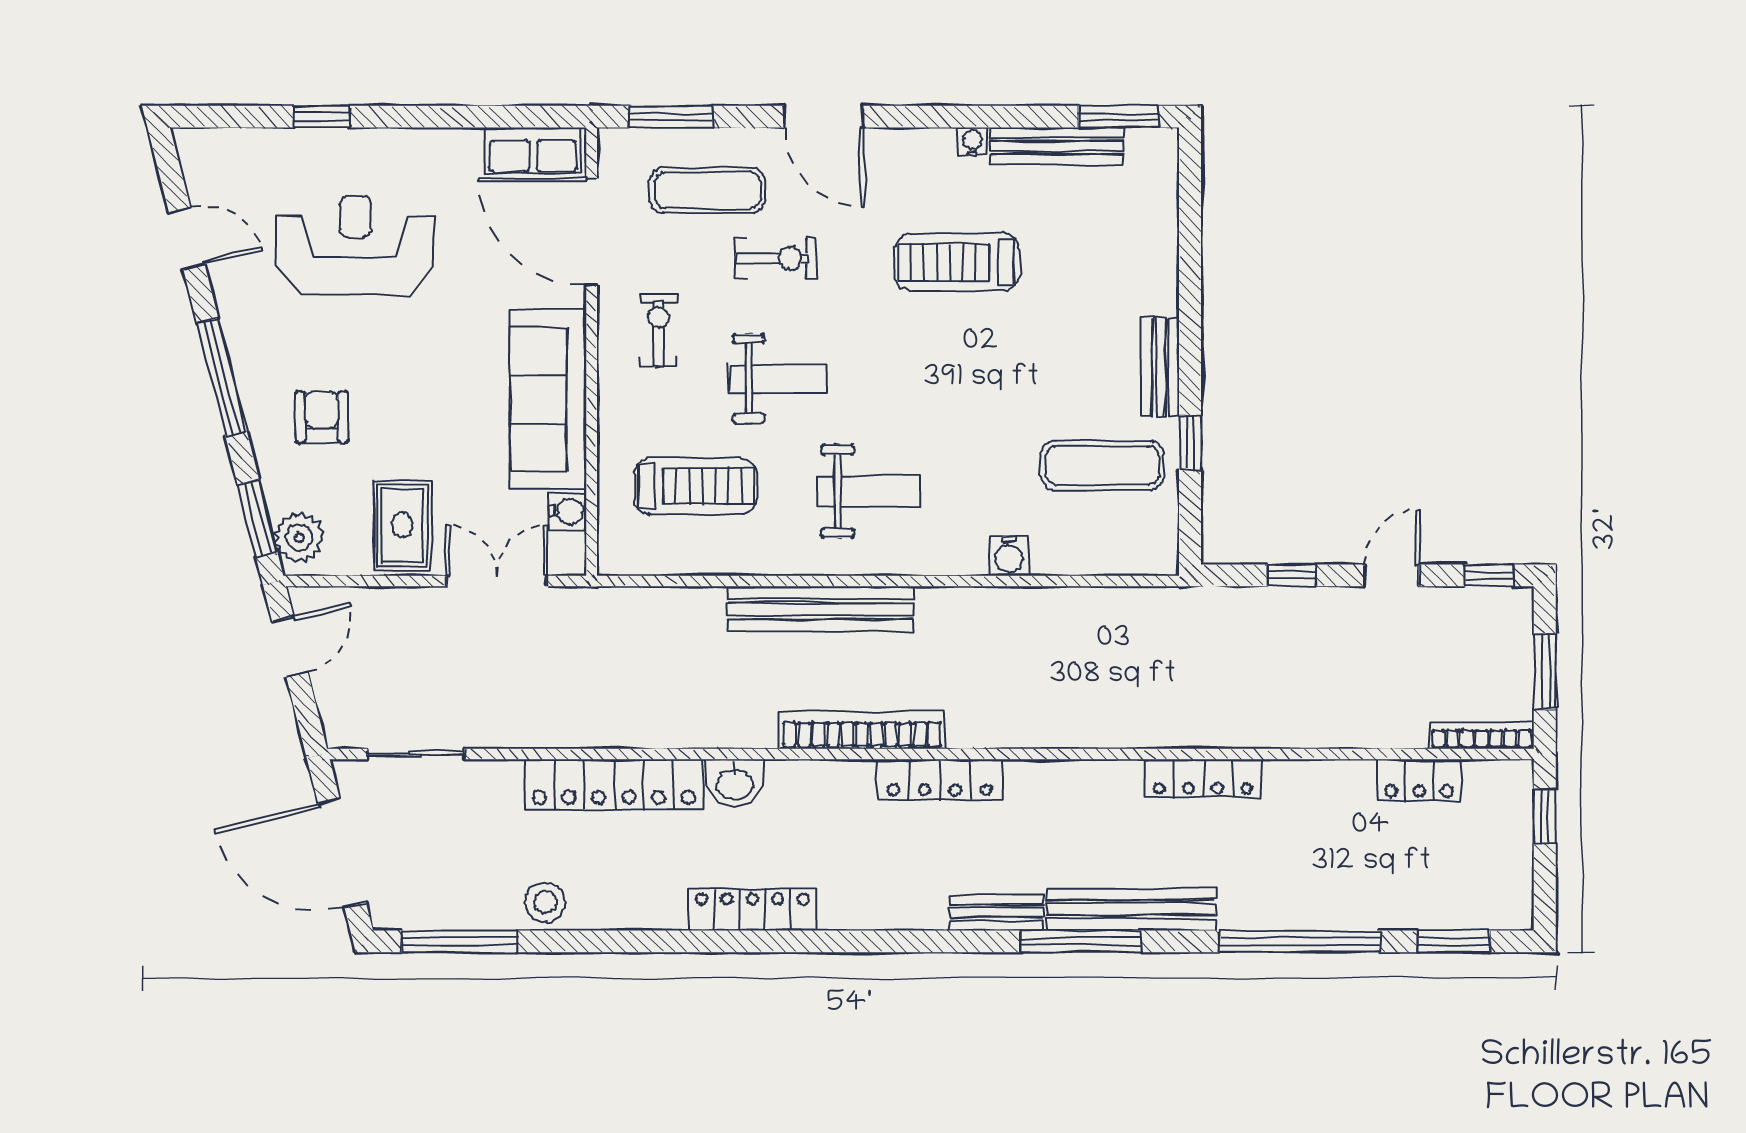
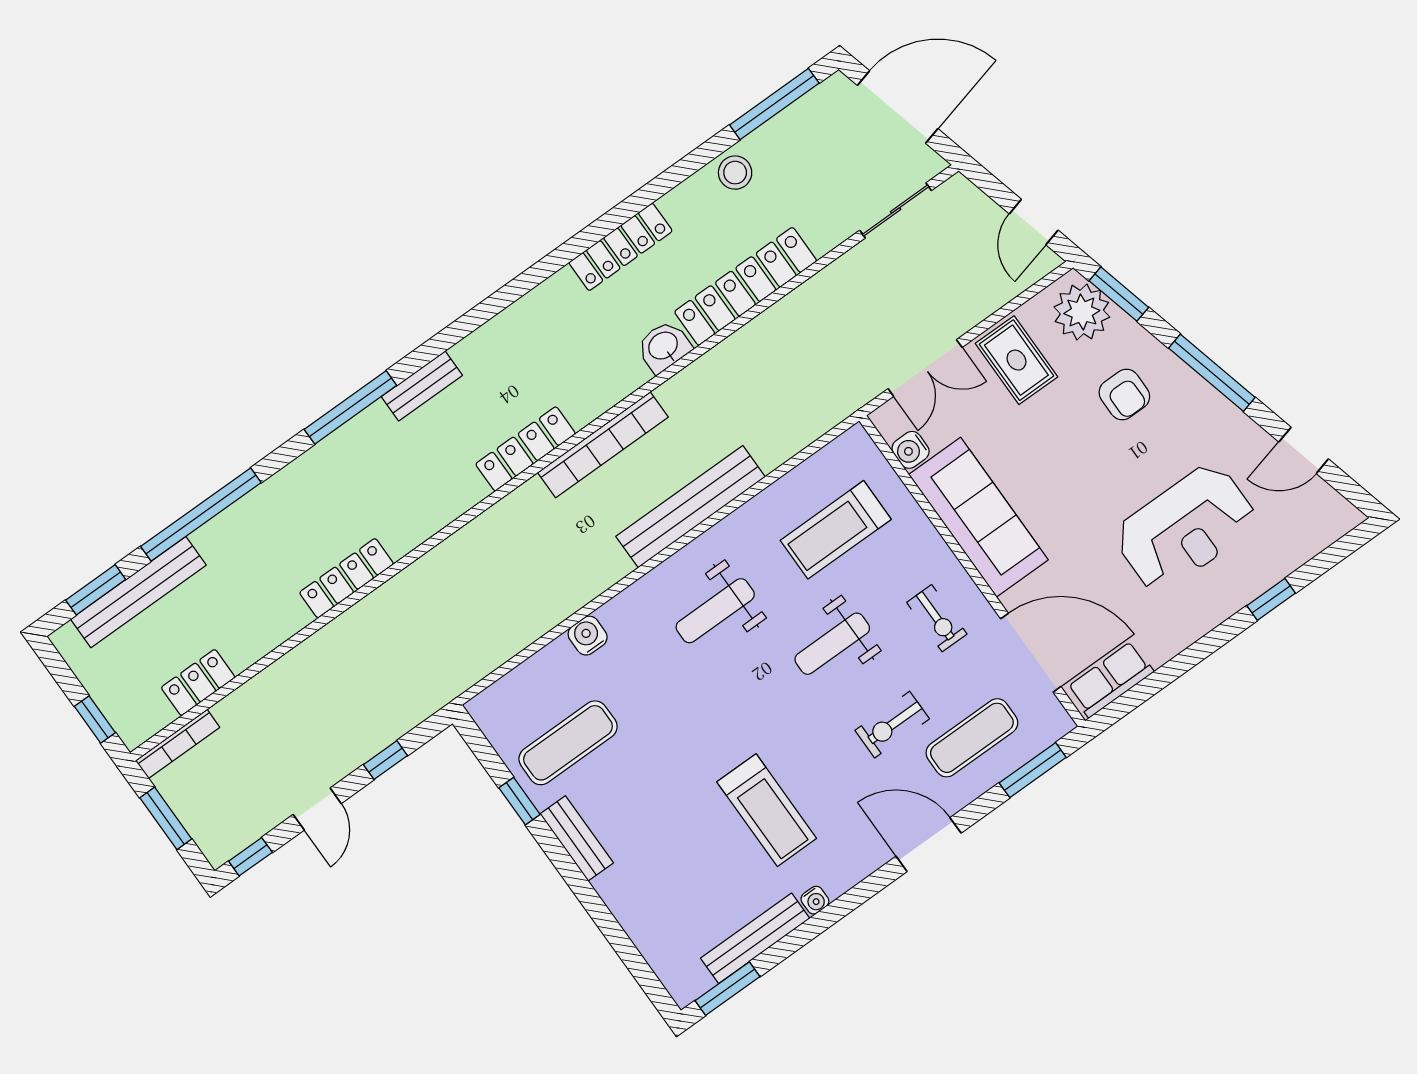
treadmill: (957, 262) -> (767, 810), turned 90
plant: (299, 537) -> (1082, 312), width x1.36, depth x1.36
locker: (753, 910) -> (621, 247), moved
bench: (1132, 910) -> (138, 592), moved

